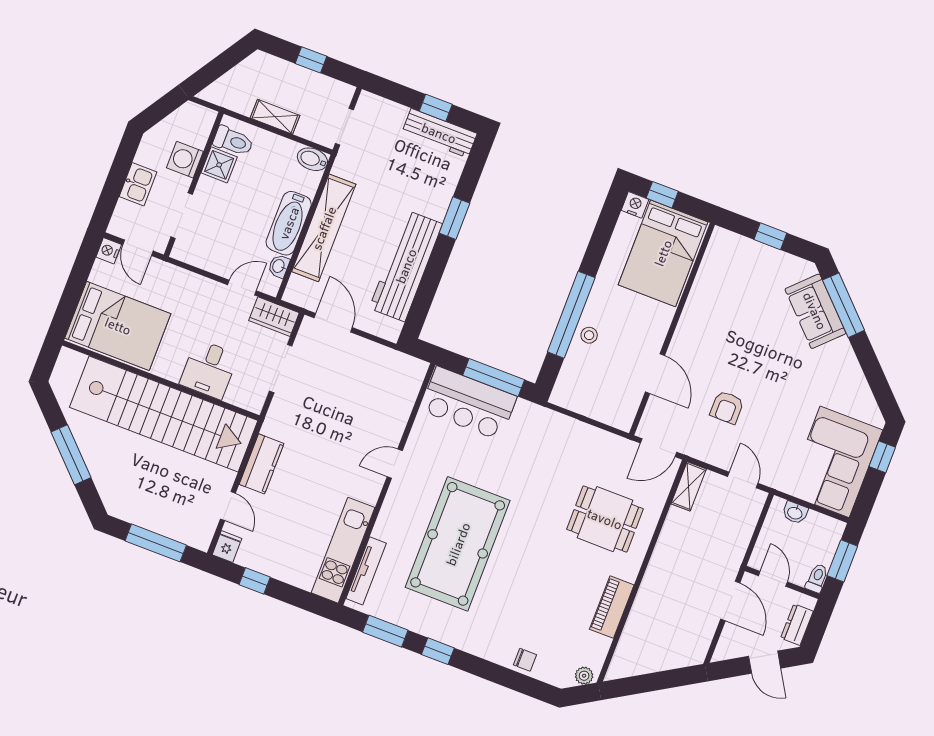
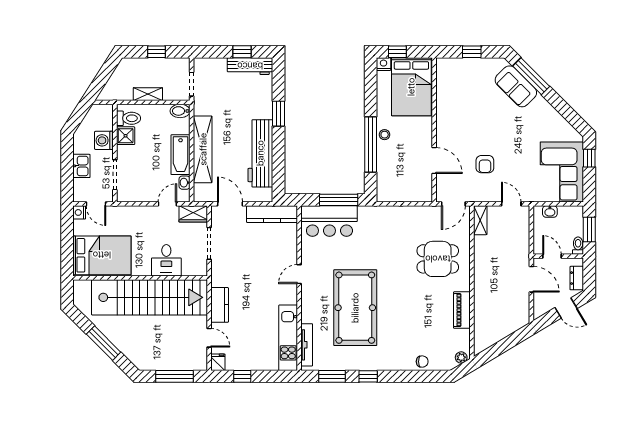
stool: (589, 335) -> (385, 135), moved
kitchen counter: (389, 361) -> (272, 214), added

